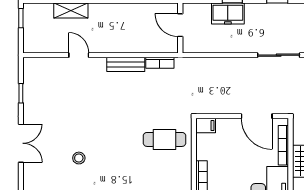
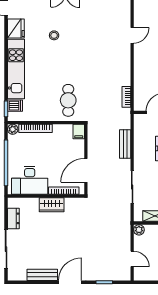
bench: (126, 64) -> (125, 144), moved

